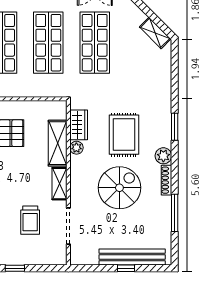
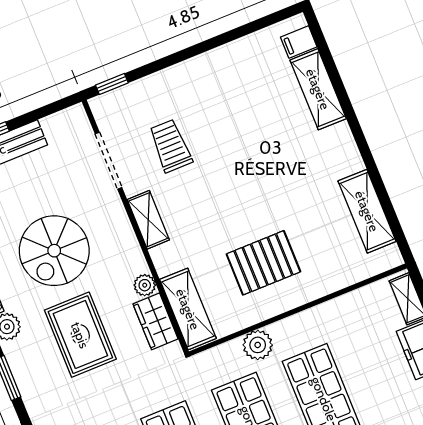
plant: (27, 88) -> (258, 345), added
shelving: (58, 143) -> (188, 309), moved
window: (15, 268) -> (112, 84), moved

